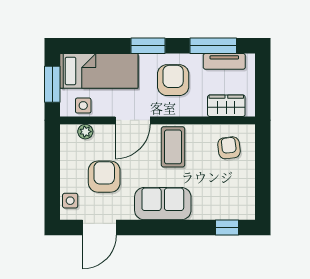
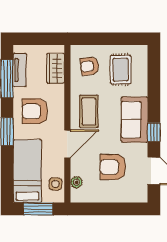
door: (133, 120) -> (67, 144), hinge flipped
coffee table: (173, 147) -> (89, 111), turned 90
rug: (225, 186) -> (121, 70), added
side table: (70, 201) -> (132, 194), removed
window: (227, 228) -> (154, 132), moved

